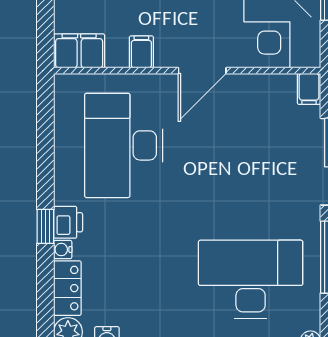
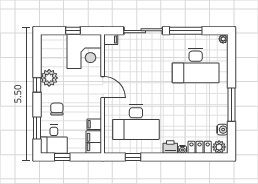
filing cabinet: (141, 52) -> (94, 124), moved
window: (45, 226) -> (133, 157), moved
desk: (251, 279) -> (196, 66), turned -90

